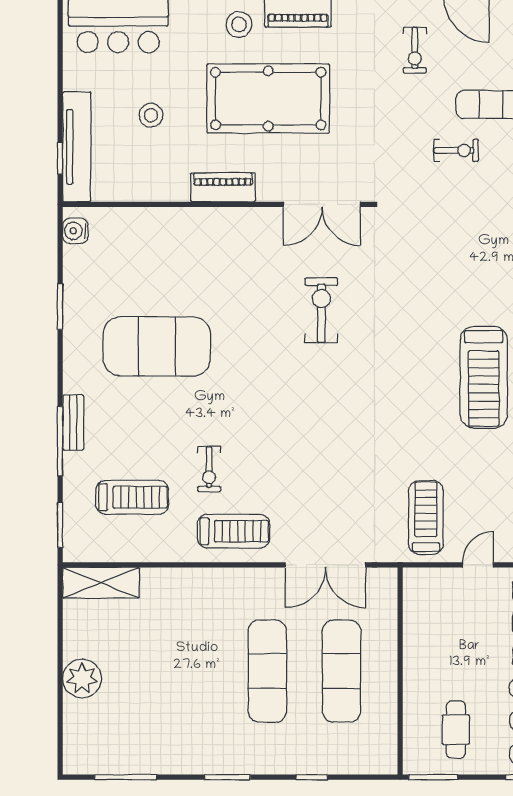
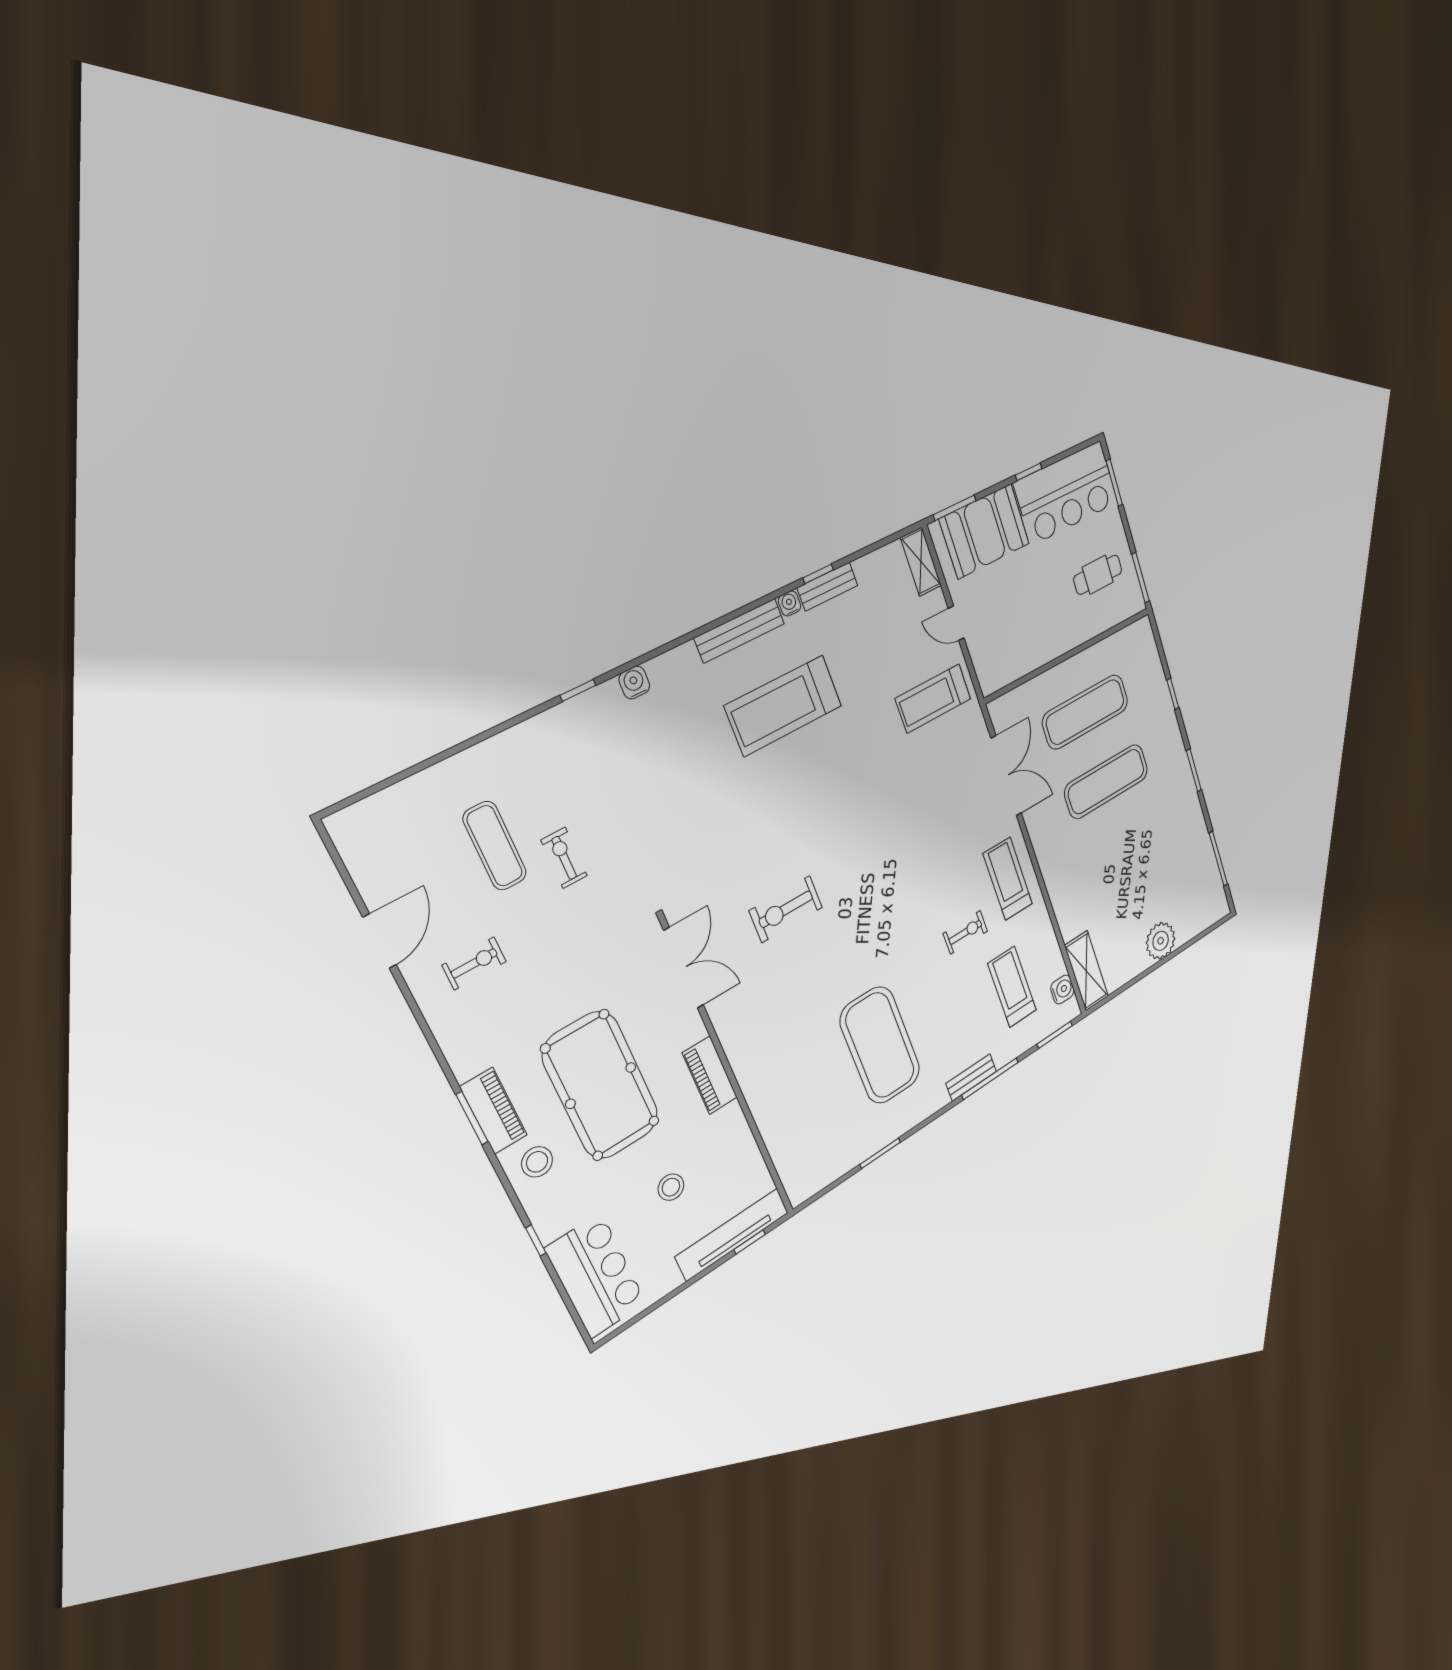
water cooler: (75, 231) -> (1062, 990), moved, turned -90
treadmill: (484, 377) -> (784, 706), turned 180

